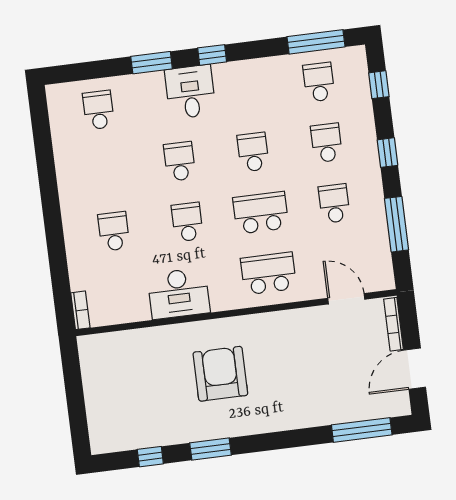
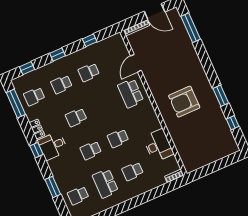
window: (152, 63) -> (53, 187), moved
locker: (253, 68) -> (37, 129), added
desk: (190, 92) -> (53, 146), moved
school desk: (261, 213) -> (105, 183), moved
window: (396, 224) -> (90, 40), width x0.46
desk: (179, 293) -> (158, 145), moved
door: (346, 299) -> (136, 63), moved

